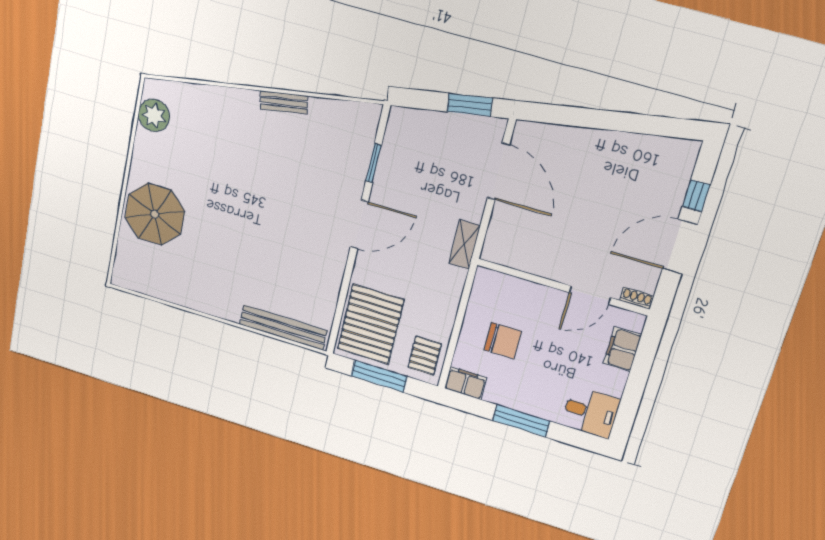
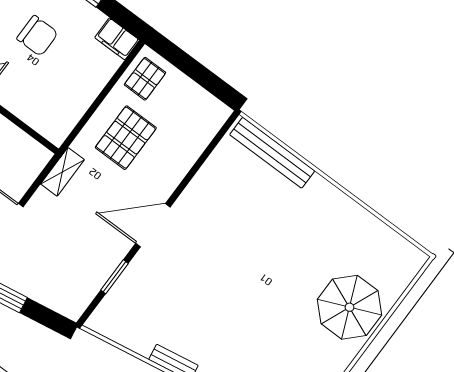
pallet: (371, 324) -> (126, 138), moved, width x0.73, depth x0.71
chair: (503, 341) -> (37, 36), moved, turned 180
window: (379, 376) -> (198, 73), removed

